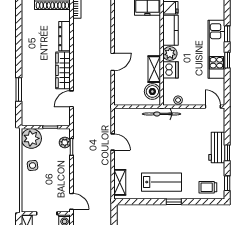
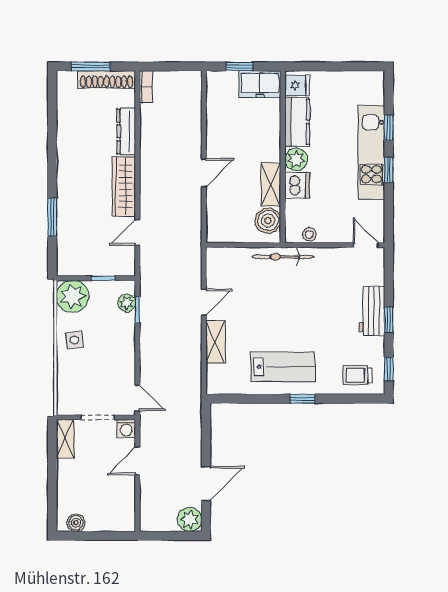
door: (113, 142) -> (204, 302), hinge flipped
shelving: (120, 182) -> (215, 342), moved

